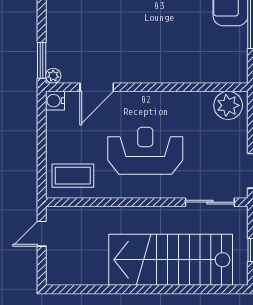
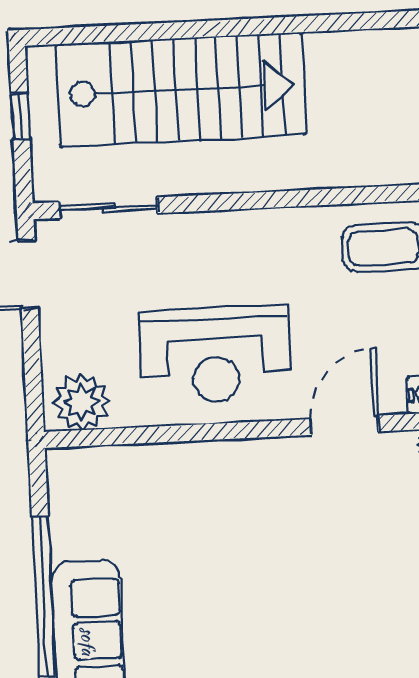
reception desk: (145, 151) -> (215, 355), moved

